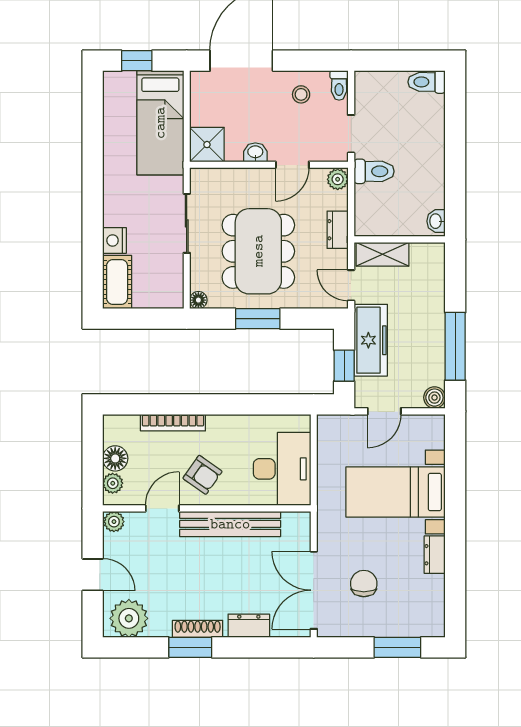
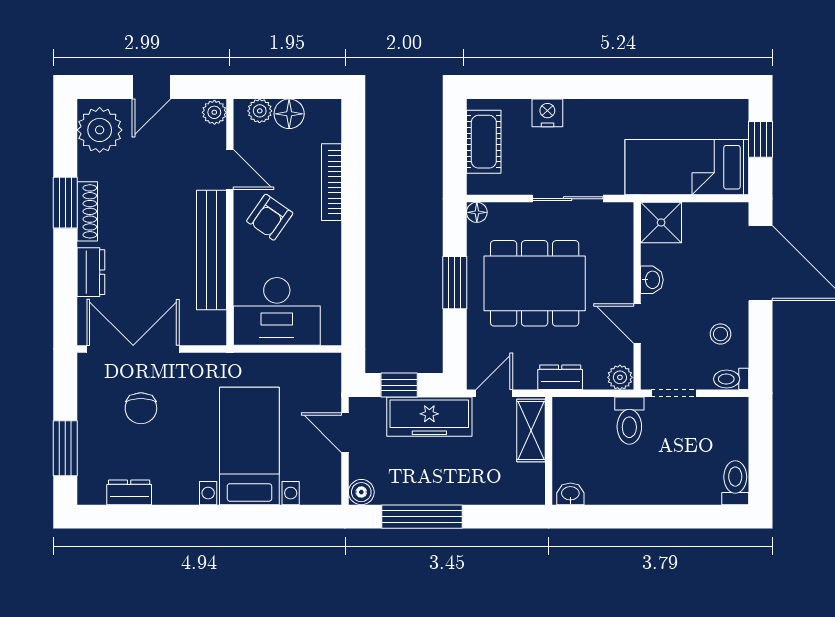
cot: (117, 282) -> (484, 142), moved, turned 90
dresser: (435, 555) -> (129, 492), moved
chair: (364, 584) -> (141, 408), turned 90

